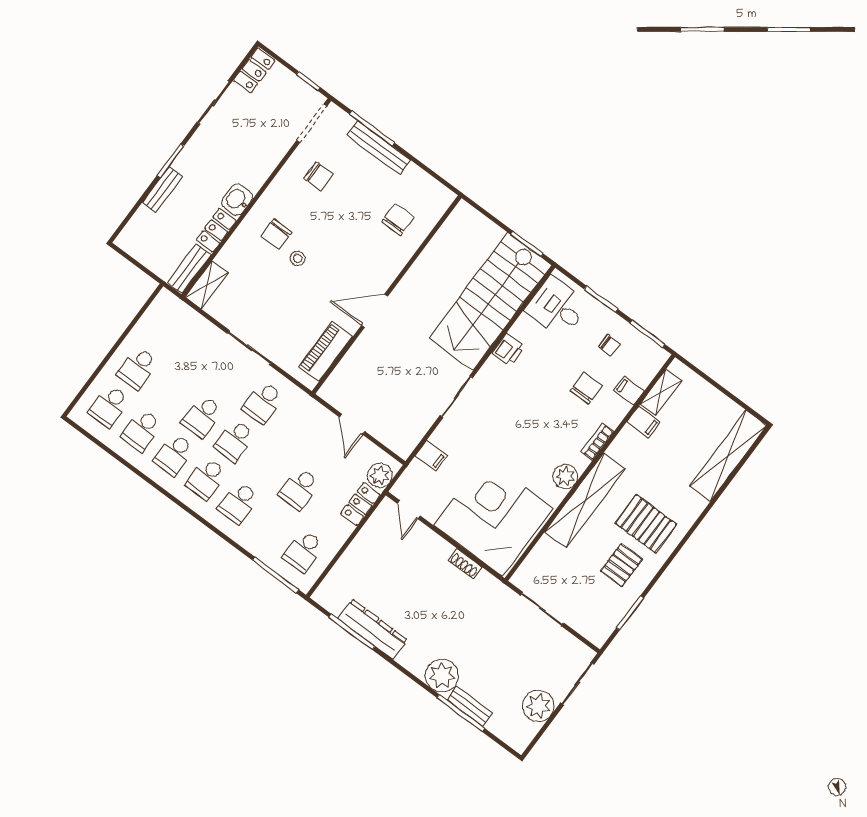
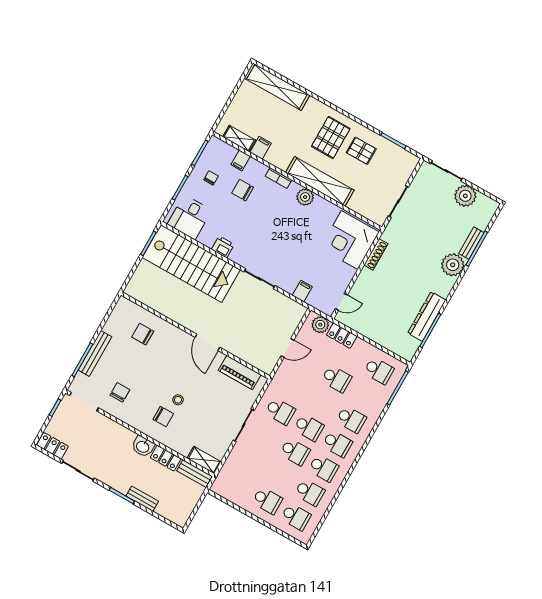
corner desk: (493, 517) -> (350, 240), width x0.74, depth x0.74
shoe rack: (465, 564) -> (376, 254), width x1.43

